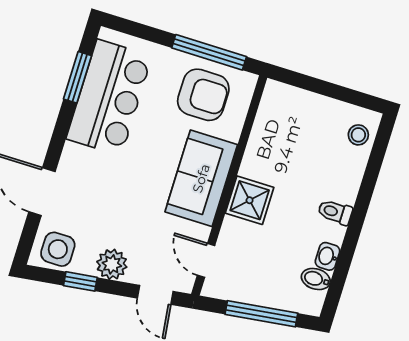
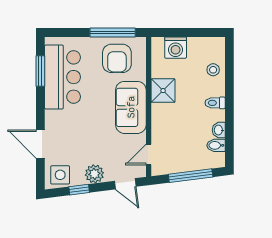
armchair: (203, 95) -> (117, 58), turned 90
washing machine: (300, 106) -> (176, 48), added
stool: (358, 135) -> (213, 70), moved
shower: (250, 200) -> (163, 91), moved
door: (206, 260) -> (149, 154), hinge flipped

